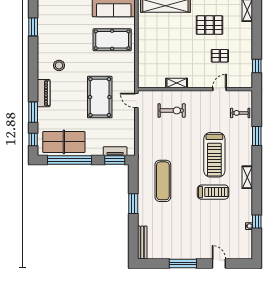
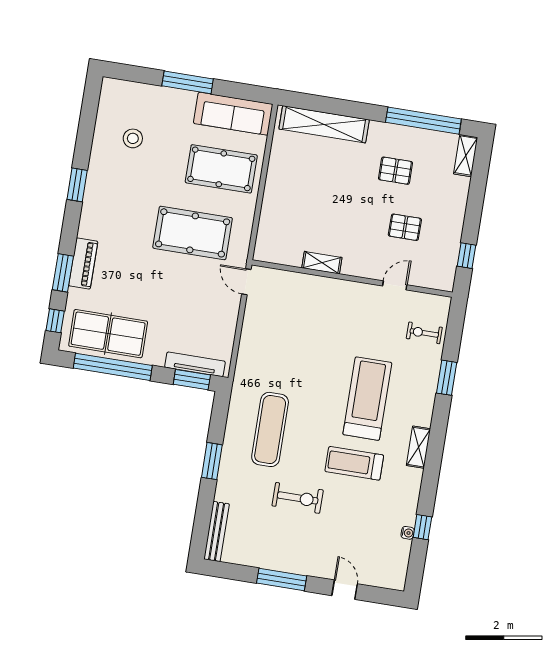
pallet: (210, 25) -> (396, 171), width x0.67, depth x0.71
window: (33, 27) -> (77, 185), moved
stool: (59, 65) -> (133, 138), moved
piano: (44, 93) -> (83, 264), moved
pool table: (100, 97) -> (193, 233), moved, turned 90
exercise bike: (172, 111) -> (298, 498), moved
tv unit: (115, 151) -> (195, 364), width x1.41
treadmill: (214, 155) -> (367, 399), turned 180
treadmill: (213, 192) -> (354, 463), turned 180

